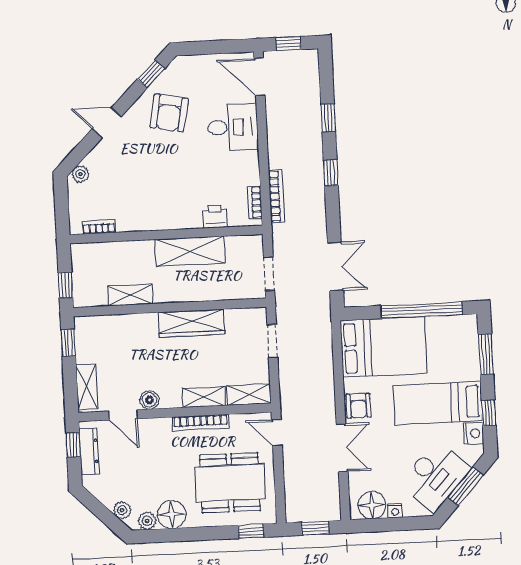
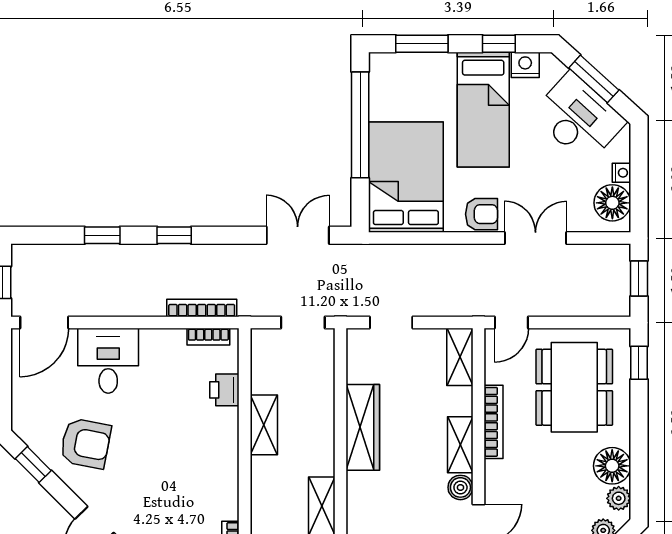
shelving: (190, 251) -> (264, 425), width x0.67, depth x0.75
shelving: (204, 397) -> (460, 445), moved

